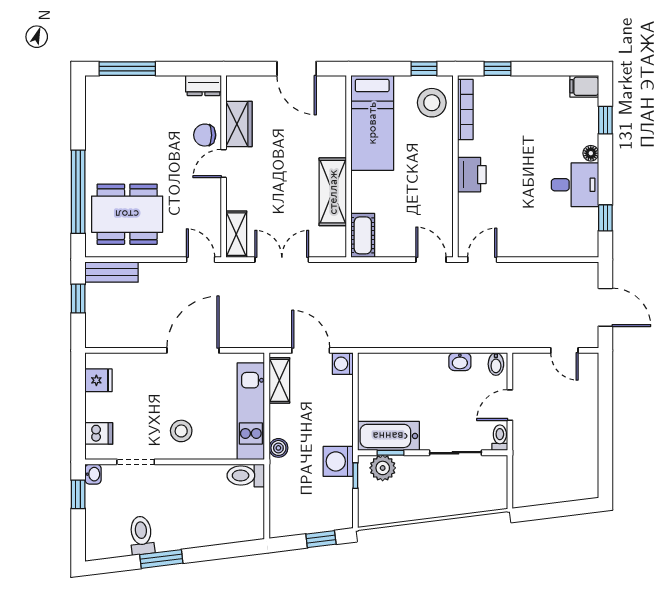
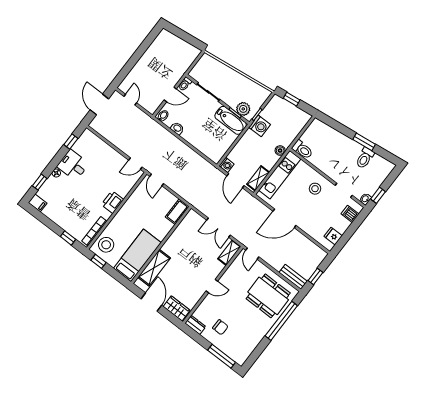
wardrobe: (239, 124) -> (177, 308), moved, turned 90
chair: (205, 135) -> (220, 327), moved
shelving: (333, 192) -> (154, 268), moved

